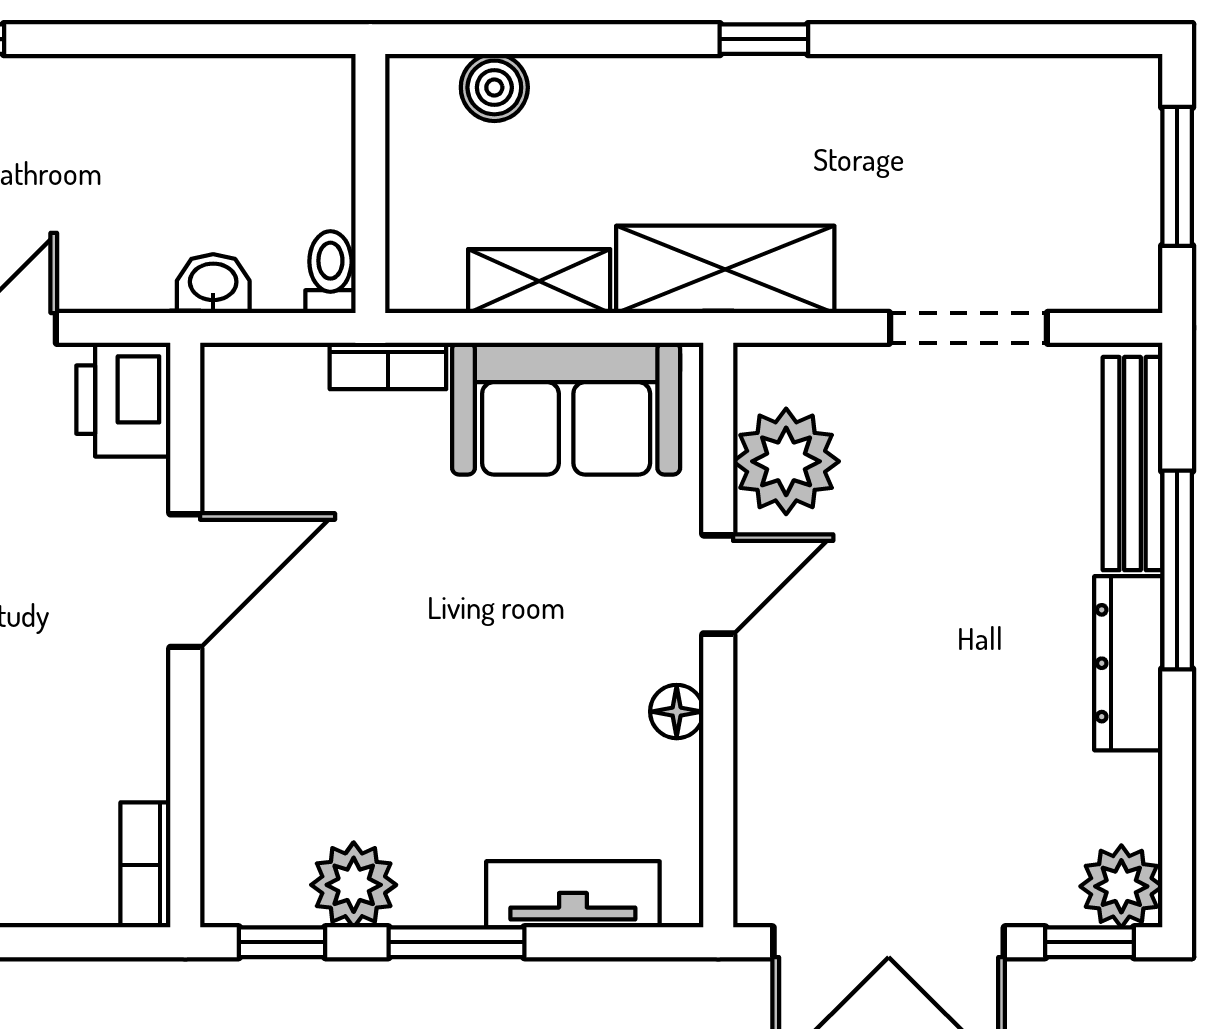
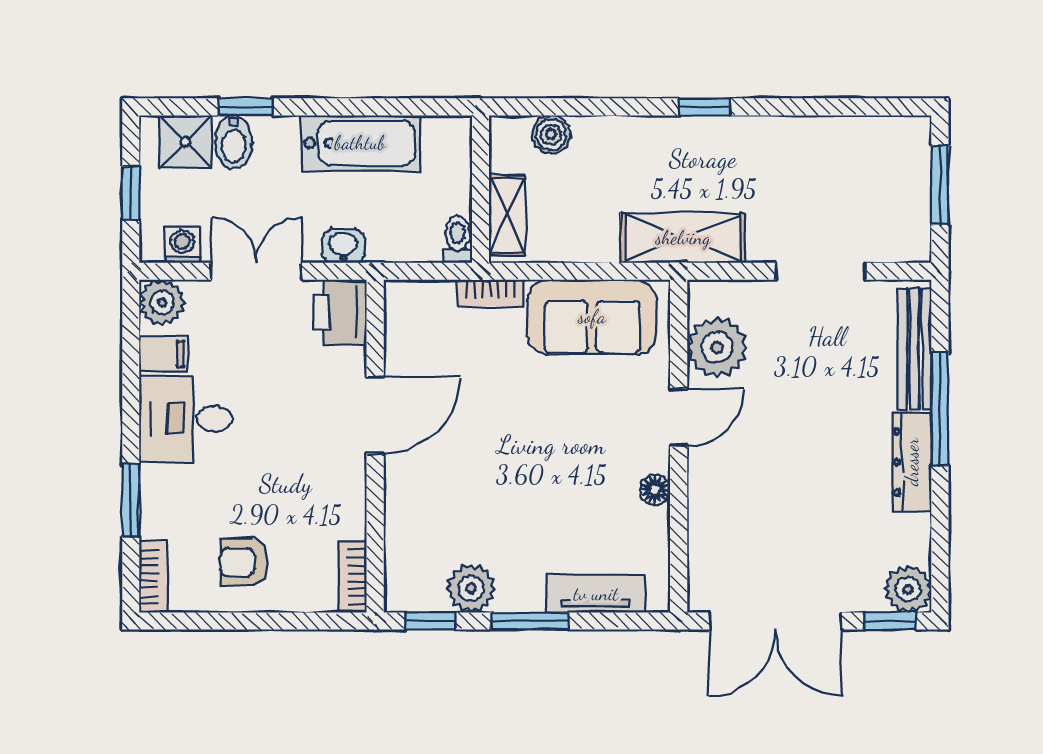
bathtub: (160, 103) -> (360, 143), added
shelving: (539, 281) -> (507, 216), moved, turned 90
washbasin: (213, 284) -> (343, 246), moved

